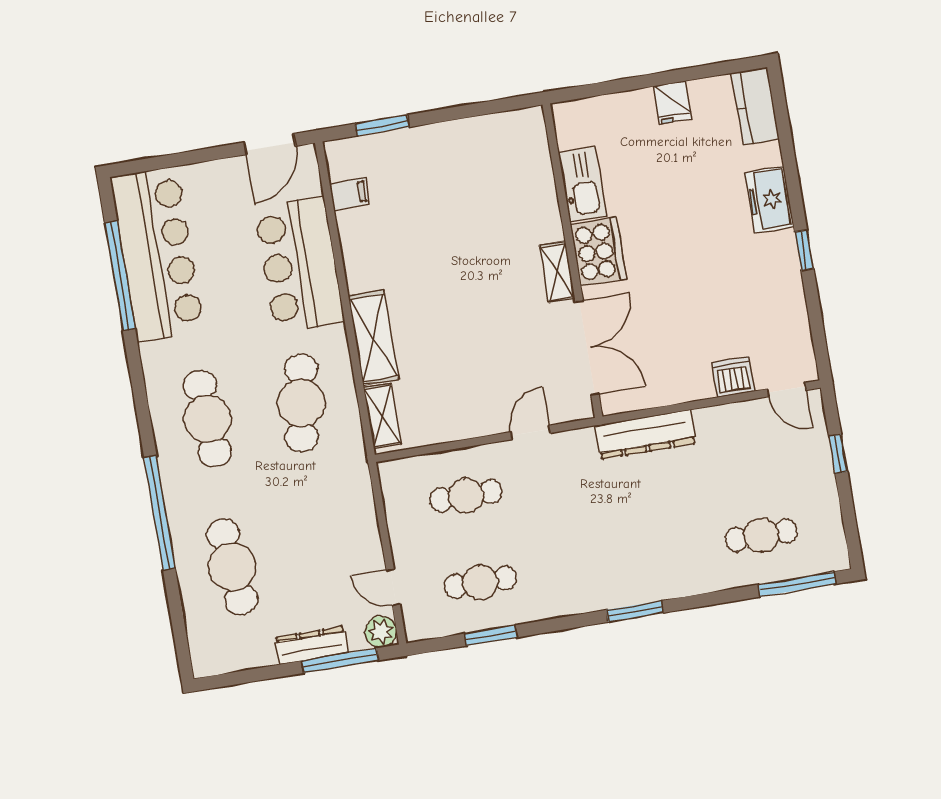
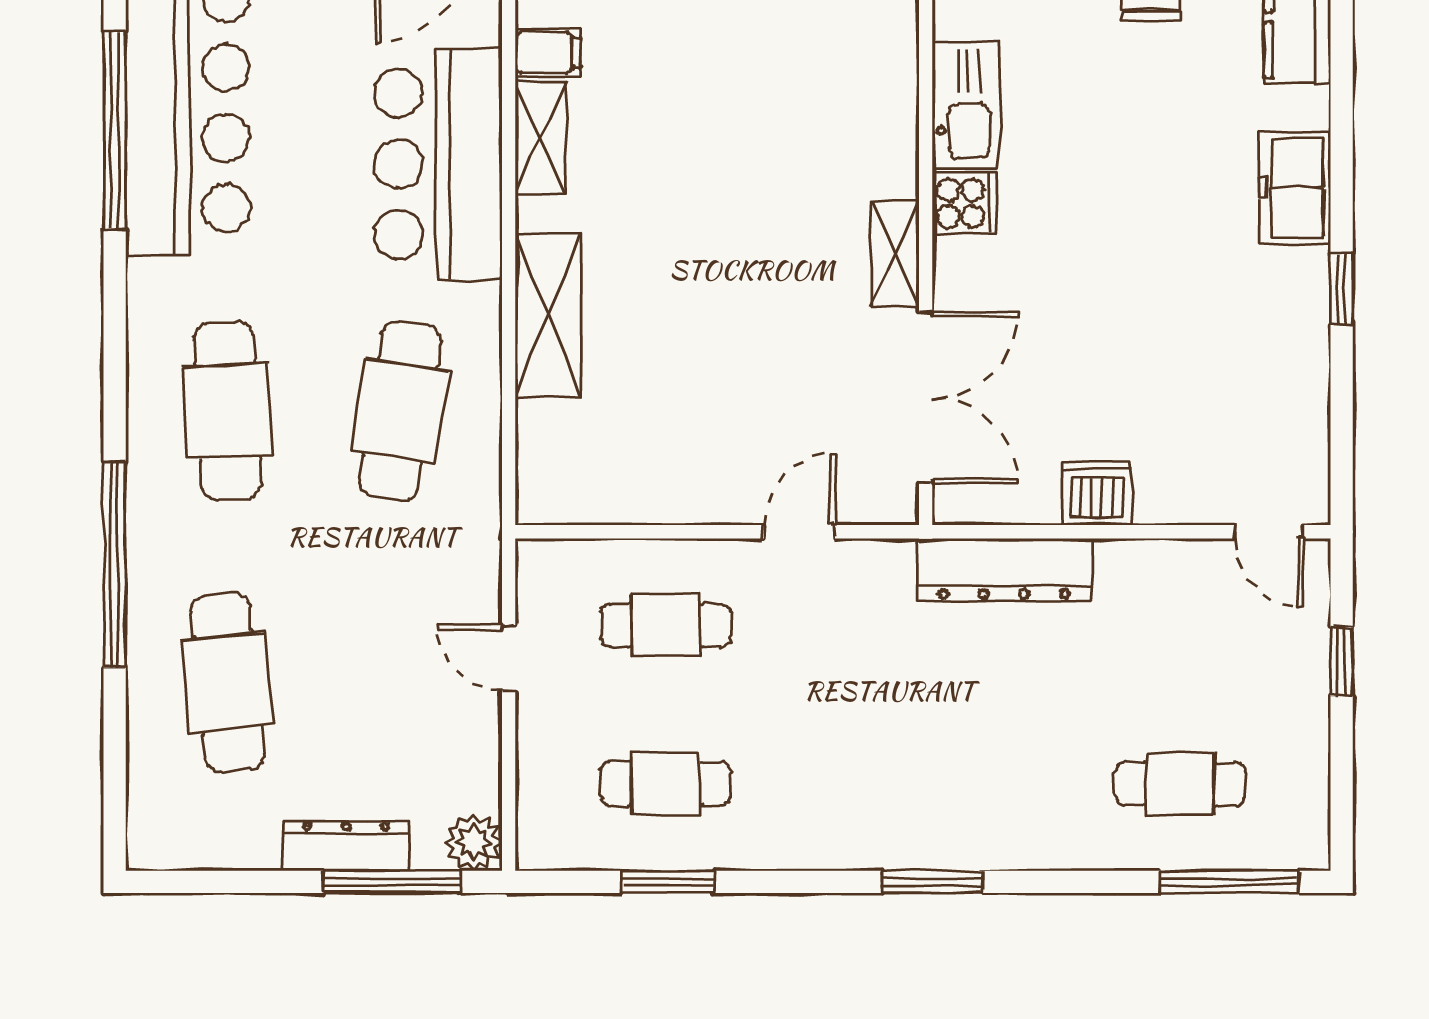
cooker: (598, 252) -> (964, 203), width x0.53, depth x0.76
dishwasher: (733, 377) -> (1096, 493), moved
shelving: (382, 416) -> (540, 138), moved
door: (393, 587) -> (509, 658), moved

